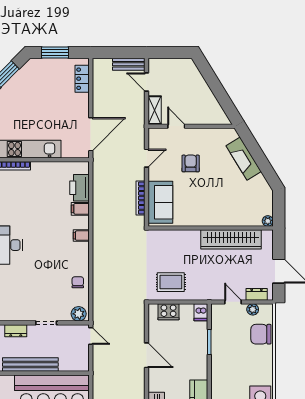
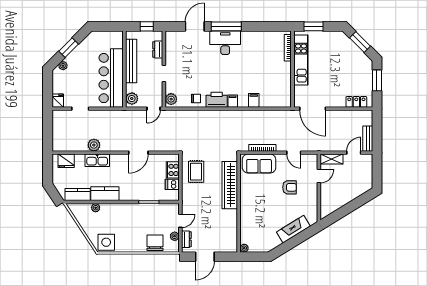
printer: (79, 188) -> (217, 100), moved
wardrobe: (231, 239) -> (230, 185), moved
dishwasher: (201, 312) -> (172, 184), moved
plant: (78, 364) -> (132, 99), added

